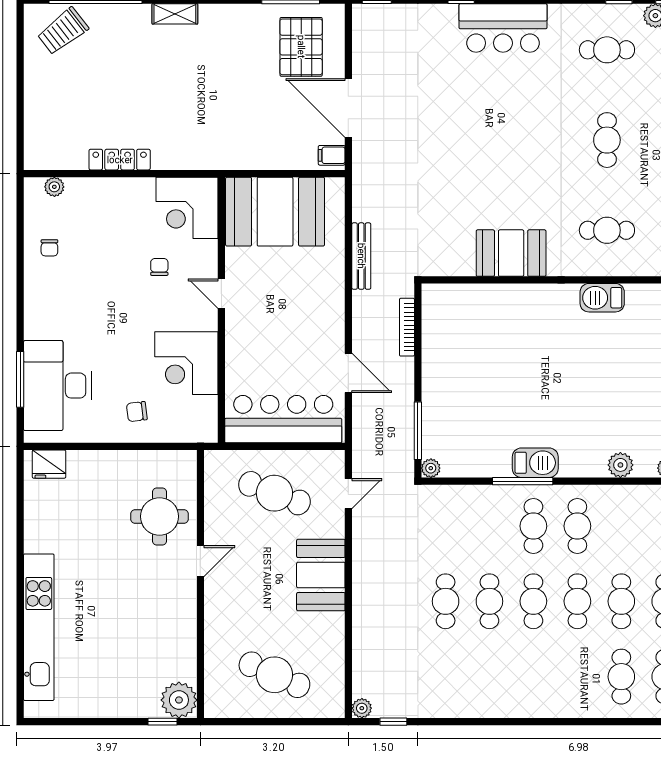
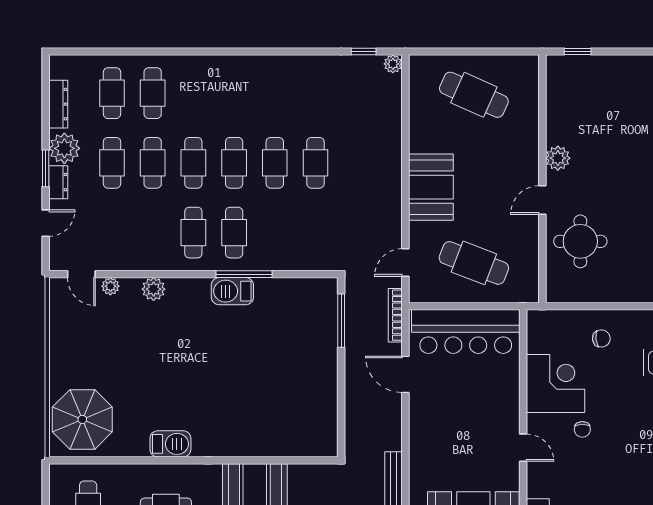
chair: (159, 267) -> (582, 429), moved
bookcase: (407, 327) -> (395, 315), moved, turned 180
plant: (431, 468) -> (329, 286), removed
plant: (179, 700) -> (558, 158), moved, width x0.73, depth x0.73

